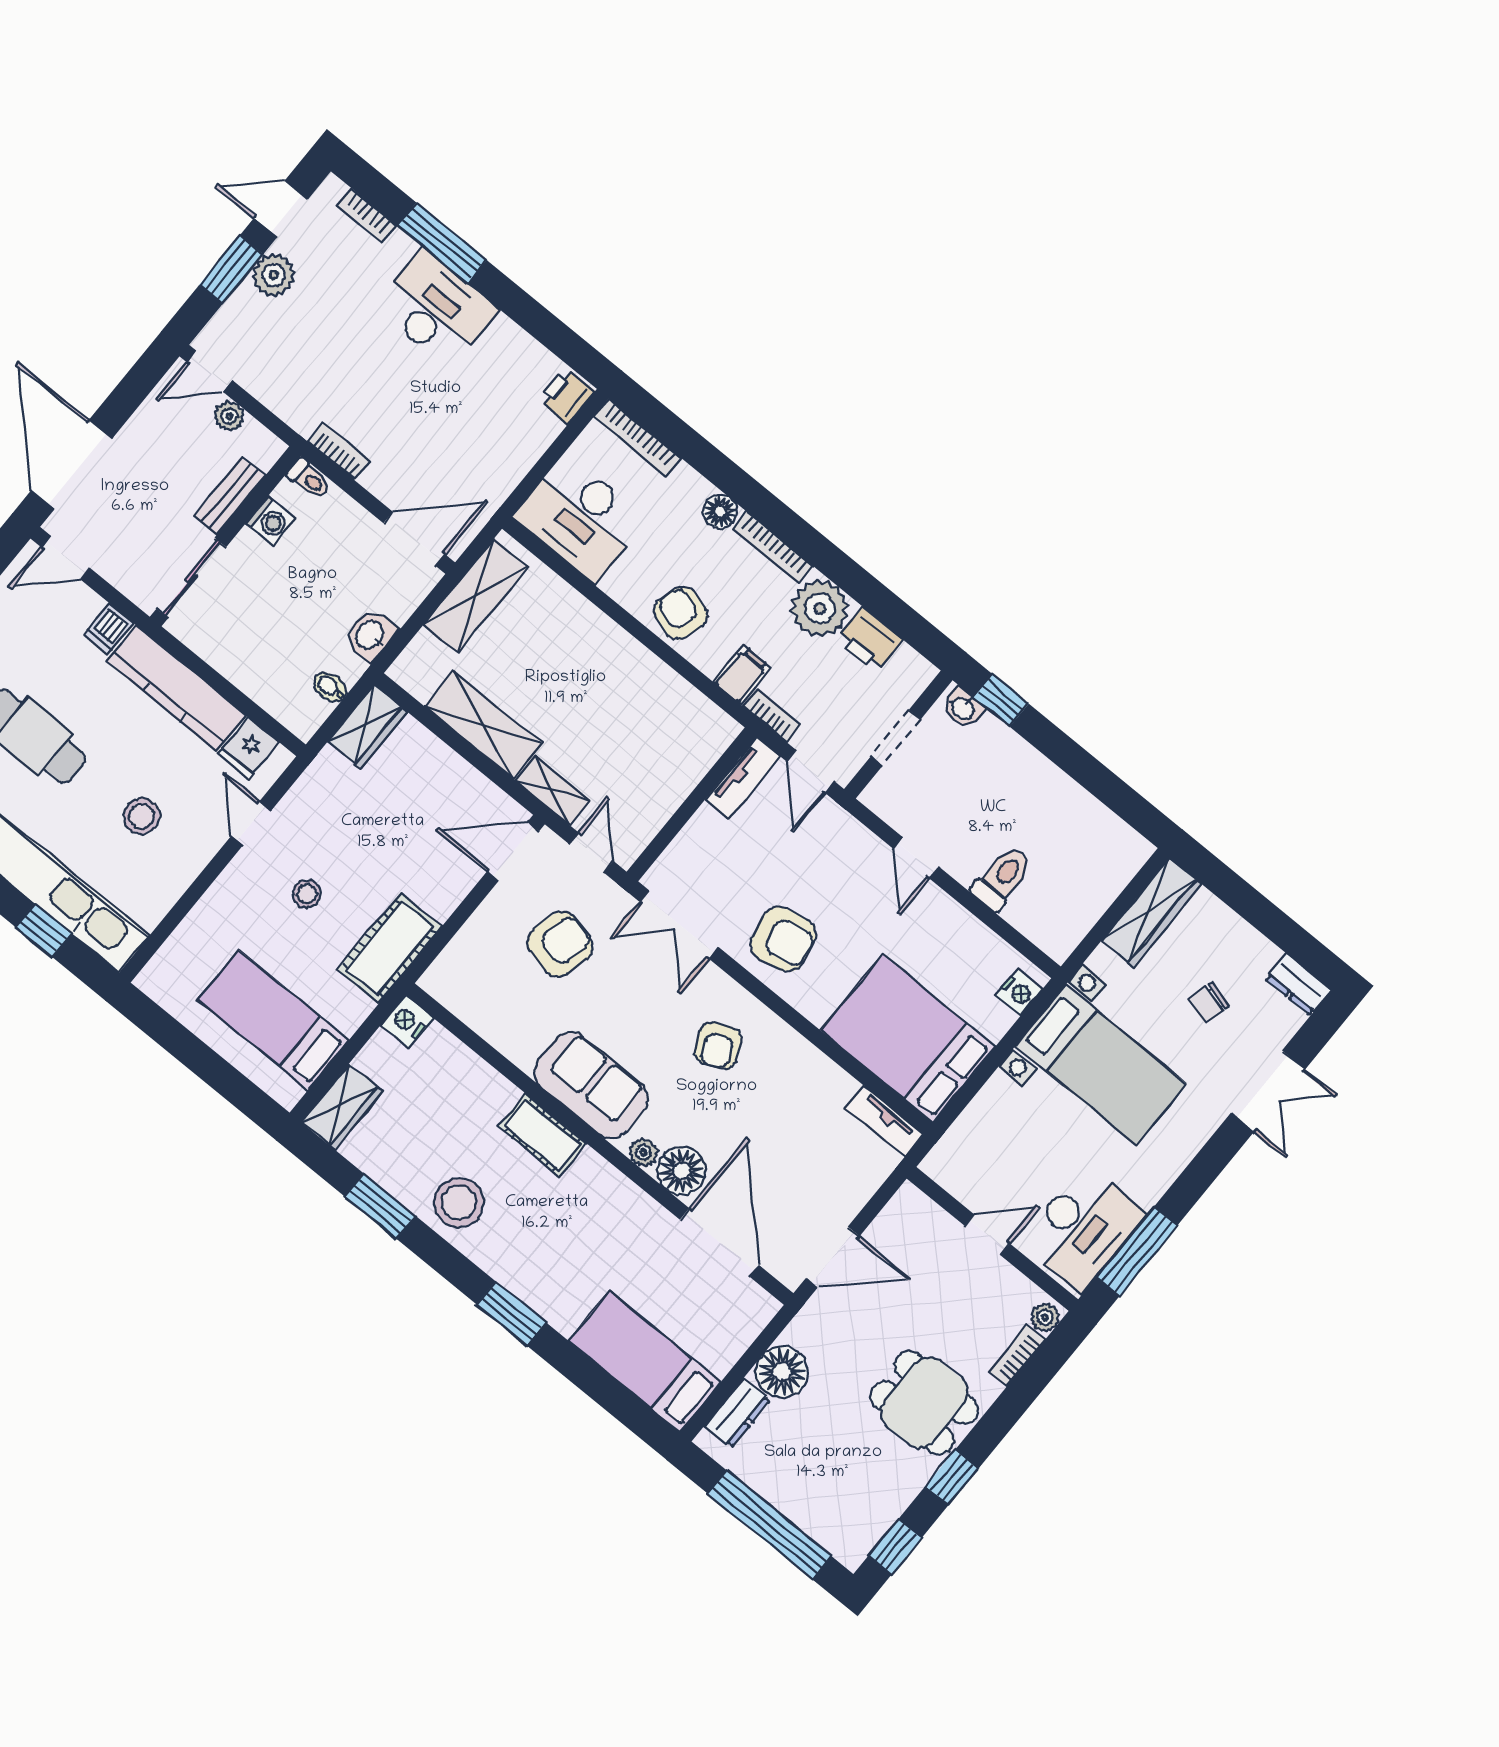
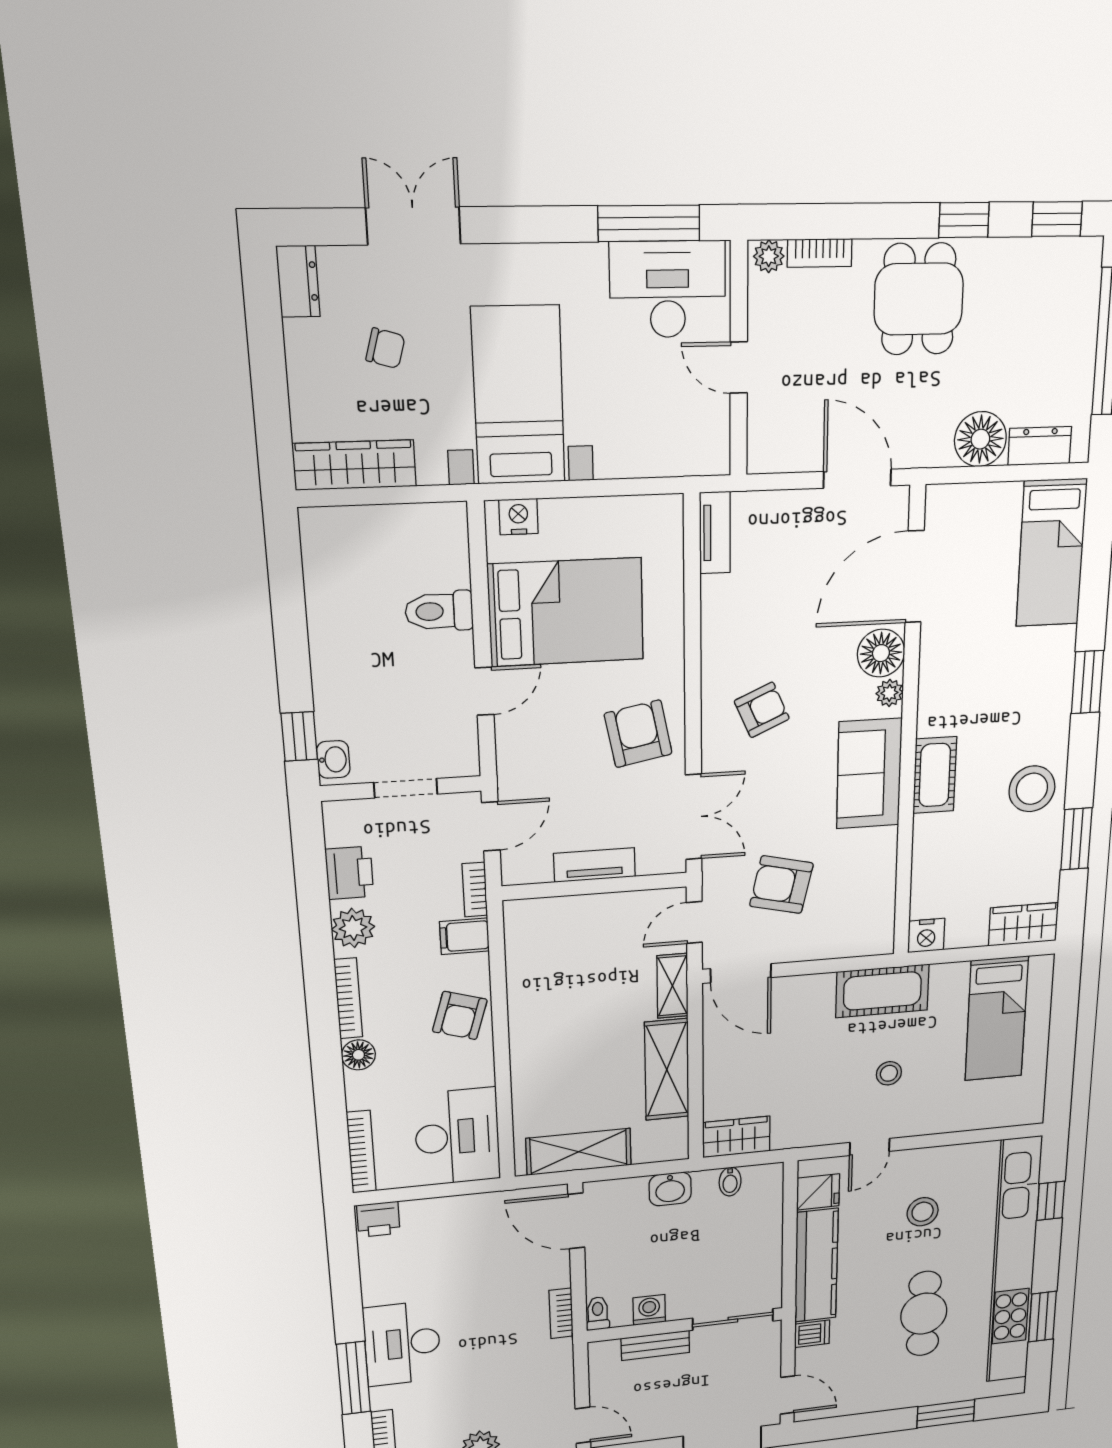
plant: (229, 416) -> (602, 1390), removed
plant: (820, 608) -> (353, 928), width x0.73, depth x0.73
tv unit: (743, 778) -> (595, 865), moved
bed: (908, 1039) -> (566, 612), moved, turned -90

